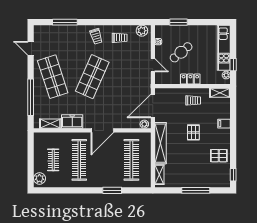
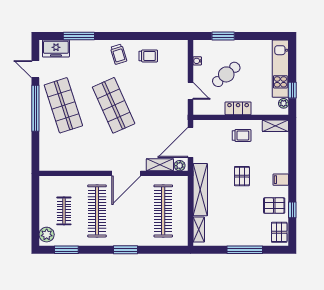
plant: (142, 31) -> (177, 47), removed
shop shelf: (92, 77) -> (114, 105), turned -48
window: (31, 97) -> (35, 108), moved
freezer: (72, 121) -> (56, 48), moved, turned 180
shelving: (50, 124) -> (160, 165), moved
filing cabinet: (224, 124) -> (281, 180), moved
window: (233, 175) -> (292, 210), moved
pallet: (223, 177) -> (279, 232), added
window: (55, 190) -> (66, 250), added
window: (112, 190) -> (125, 250), moved

